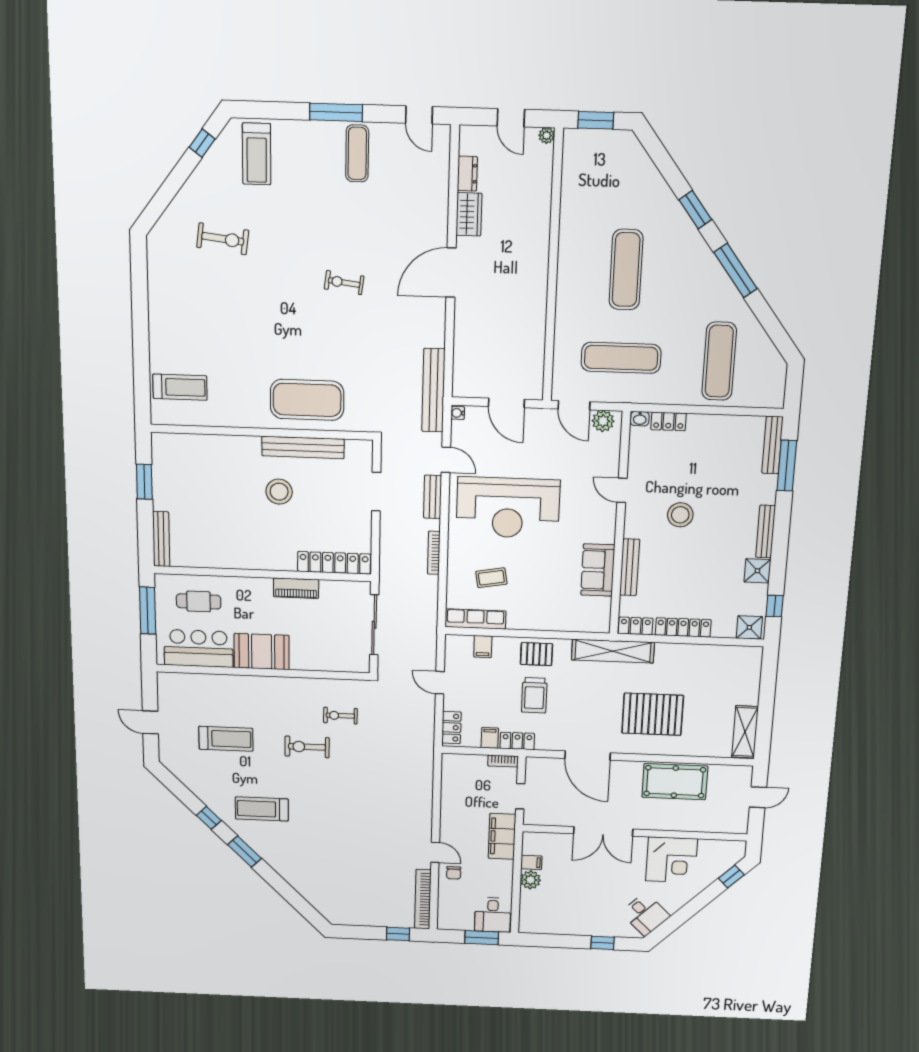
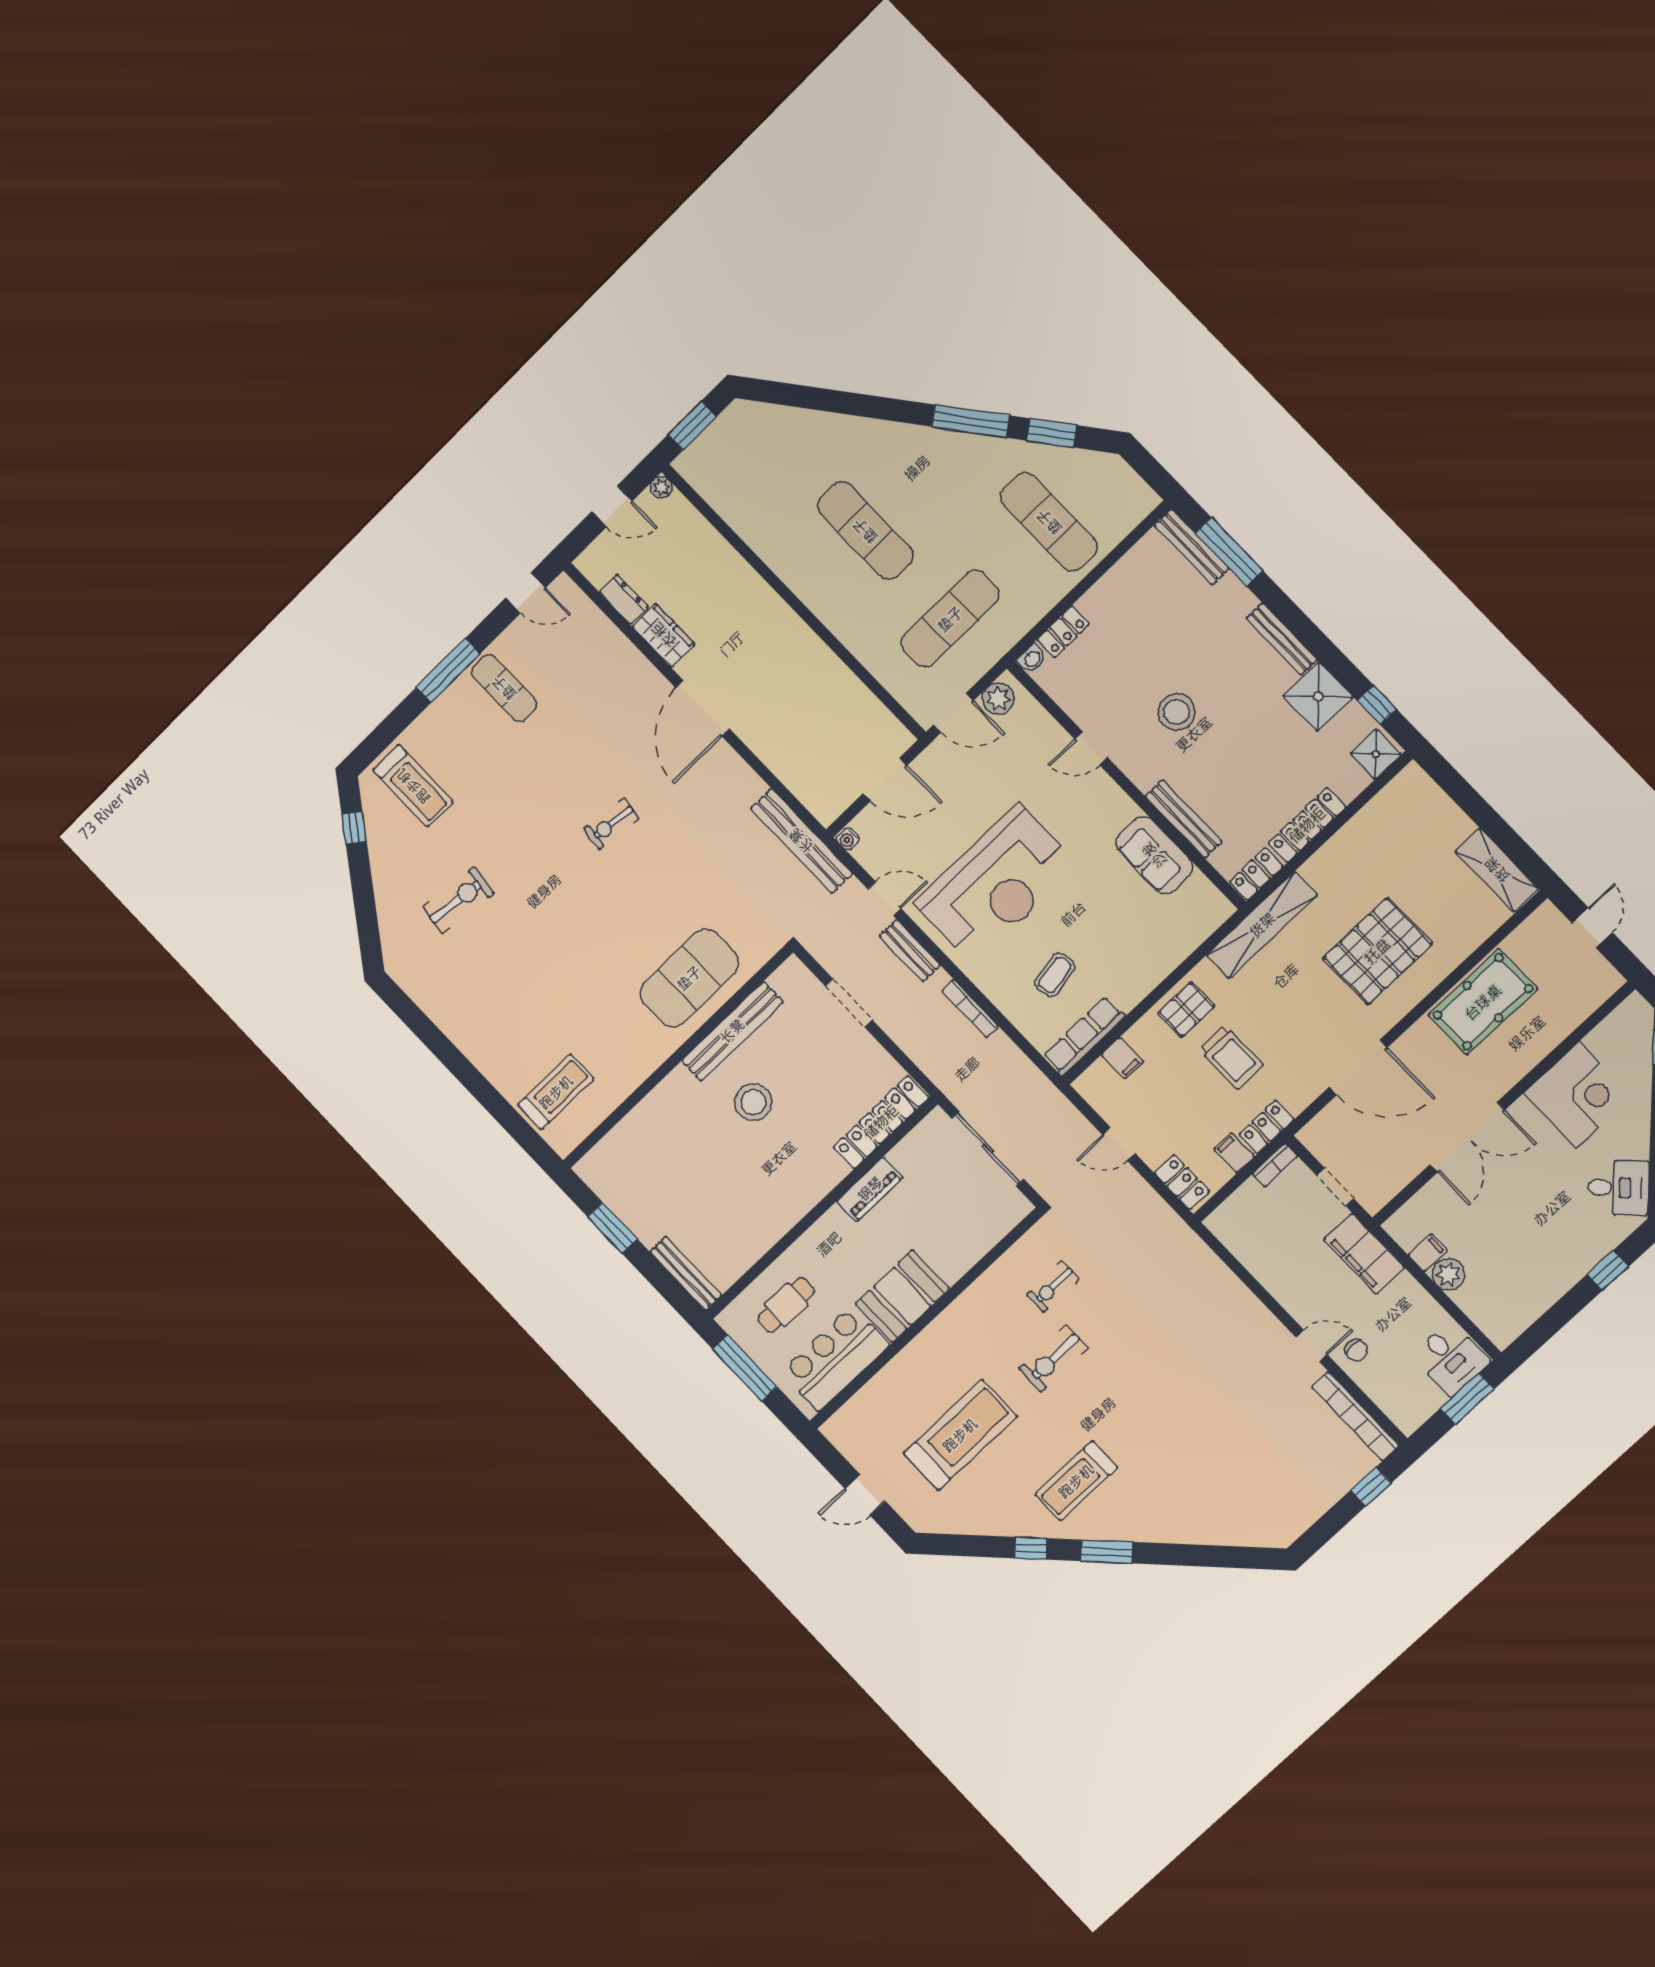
window: (695, 210) -> (1052, 433), moved
shower: (757, 571) -> (1318, 697), width x1.36, depth x1.36
treadmill: (226, 739) -> (960, 1435), width x1.37, depth x1.38

